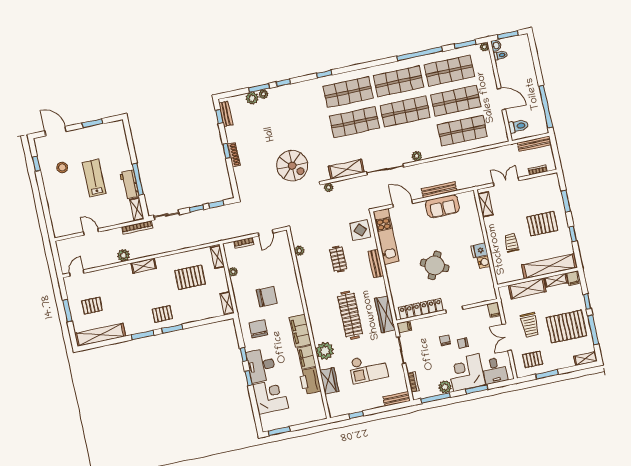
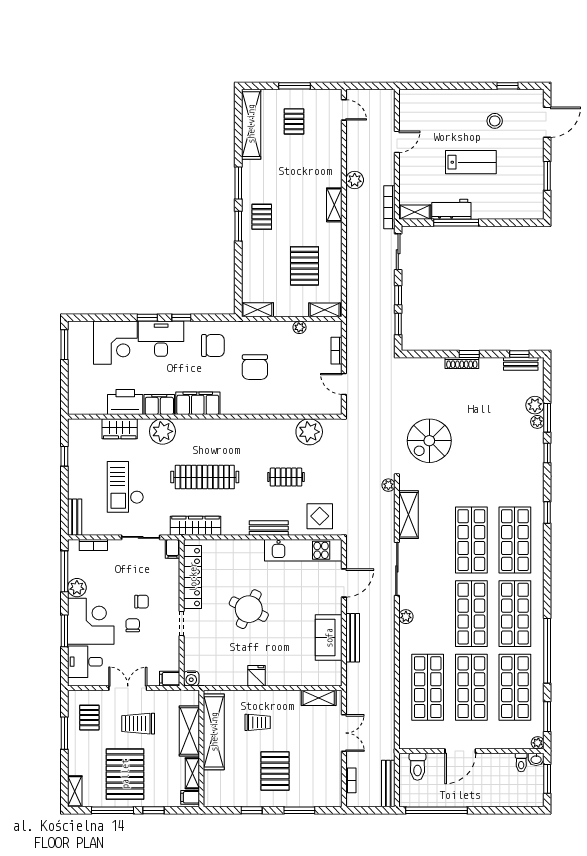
plant: (299, 251) -> (309, 432), width x1.88, depth x1.88
water cooler: (484, 262) -> (191, 678), moved
shelving: (549, 266) -> (214, 732), moved

